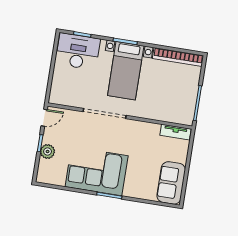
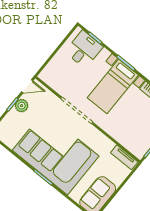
desk: (78, 51) -> (84, 49), width x0.73
plant: (48, 152) -> (22, 106), moved
corner sofa: (97, 171) -> (56, 153), width x1.36, depth x1.36

